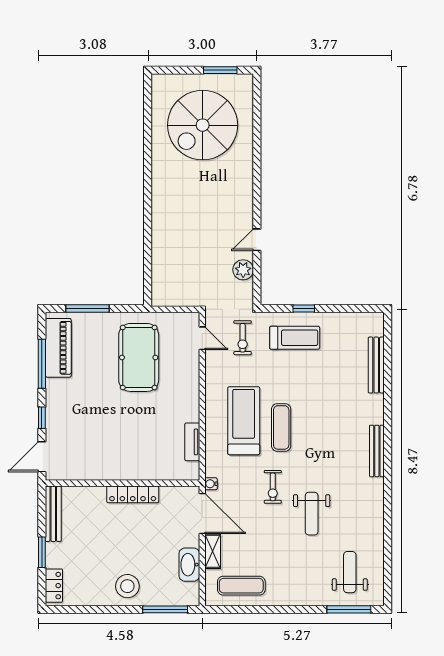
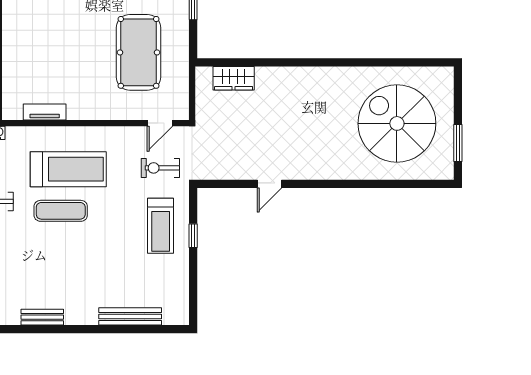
door: (257, 240) -> (269, 184), swing flipped
plant: (243, 270) -> (236, 169), removed
wardrobe: (162, 272) -> (234, 78), added
pool table: (139, 357) -> (139, 52), turned 90
bench: (377, 451) -> (42, 317), width x0.73

